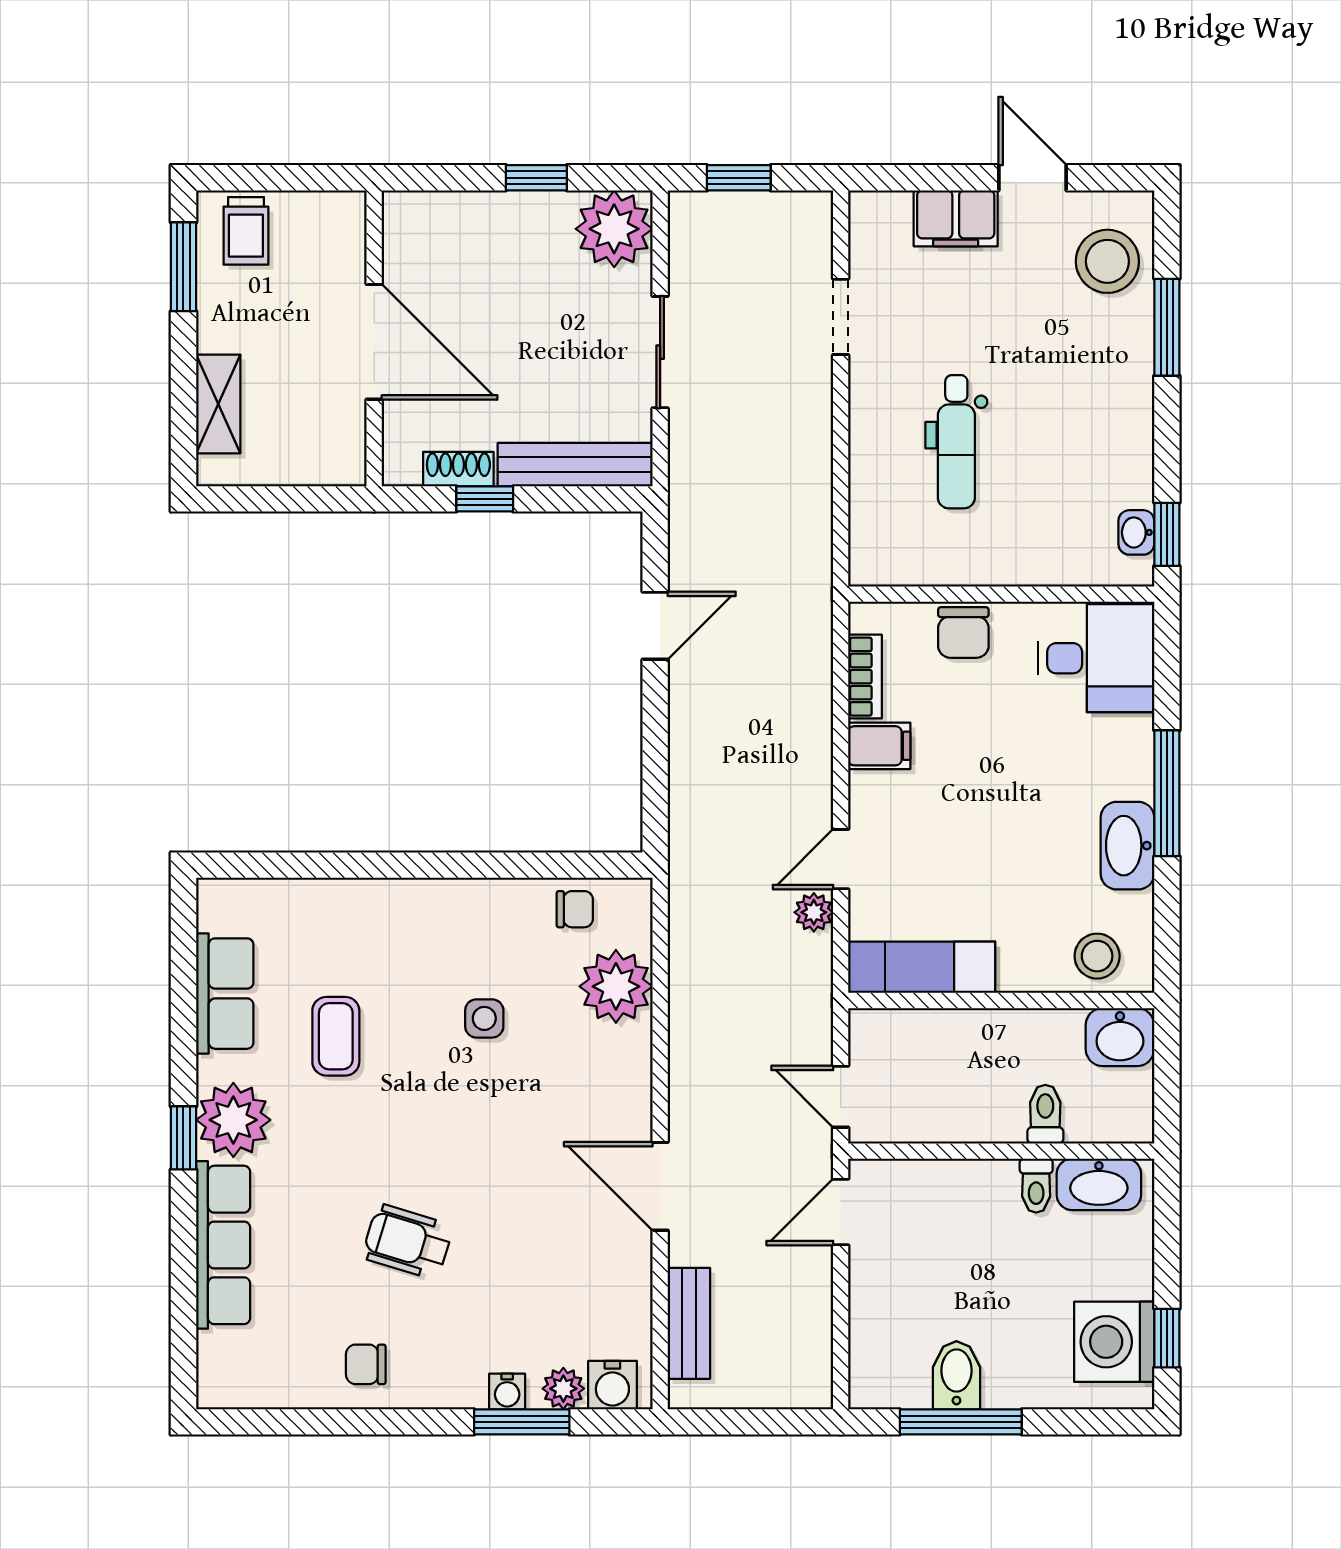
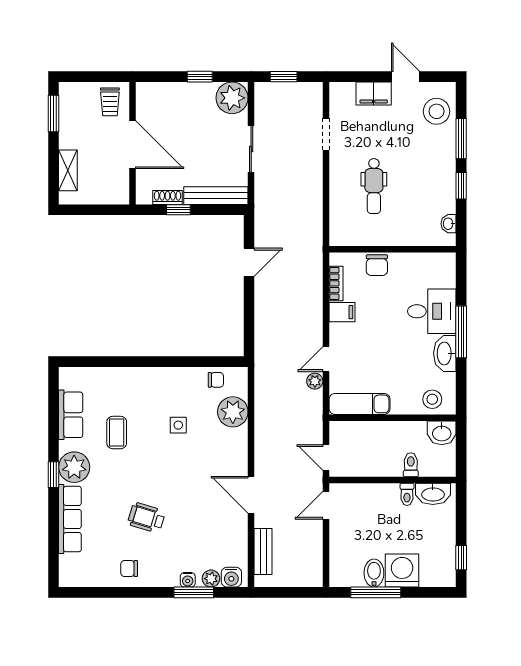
trolley: (246, 231) -> (110, 102), moved
window: (1167, 534) -> (461, 186), moved
desk: (1096, 658) -> (432, 311), moved
washing machine: (1114, 1342) -> (402, 571), moved, turned 90

